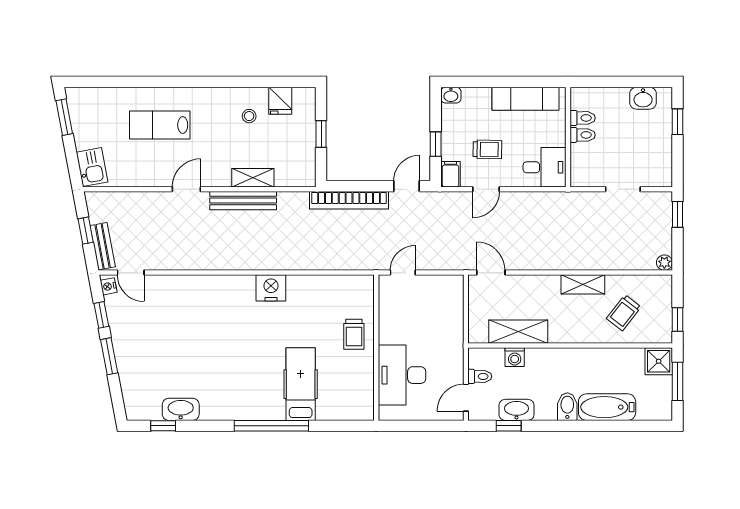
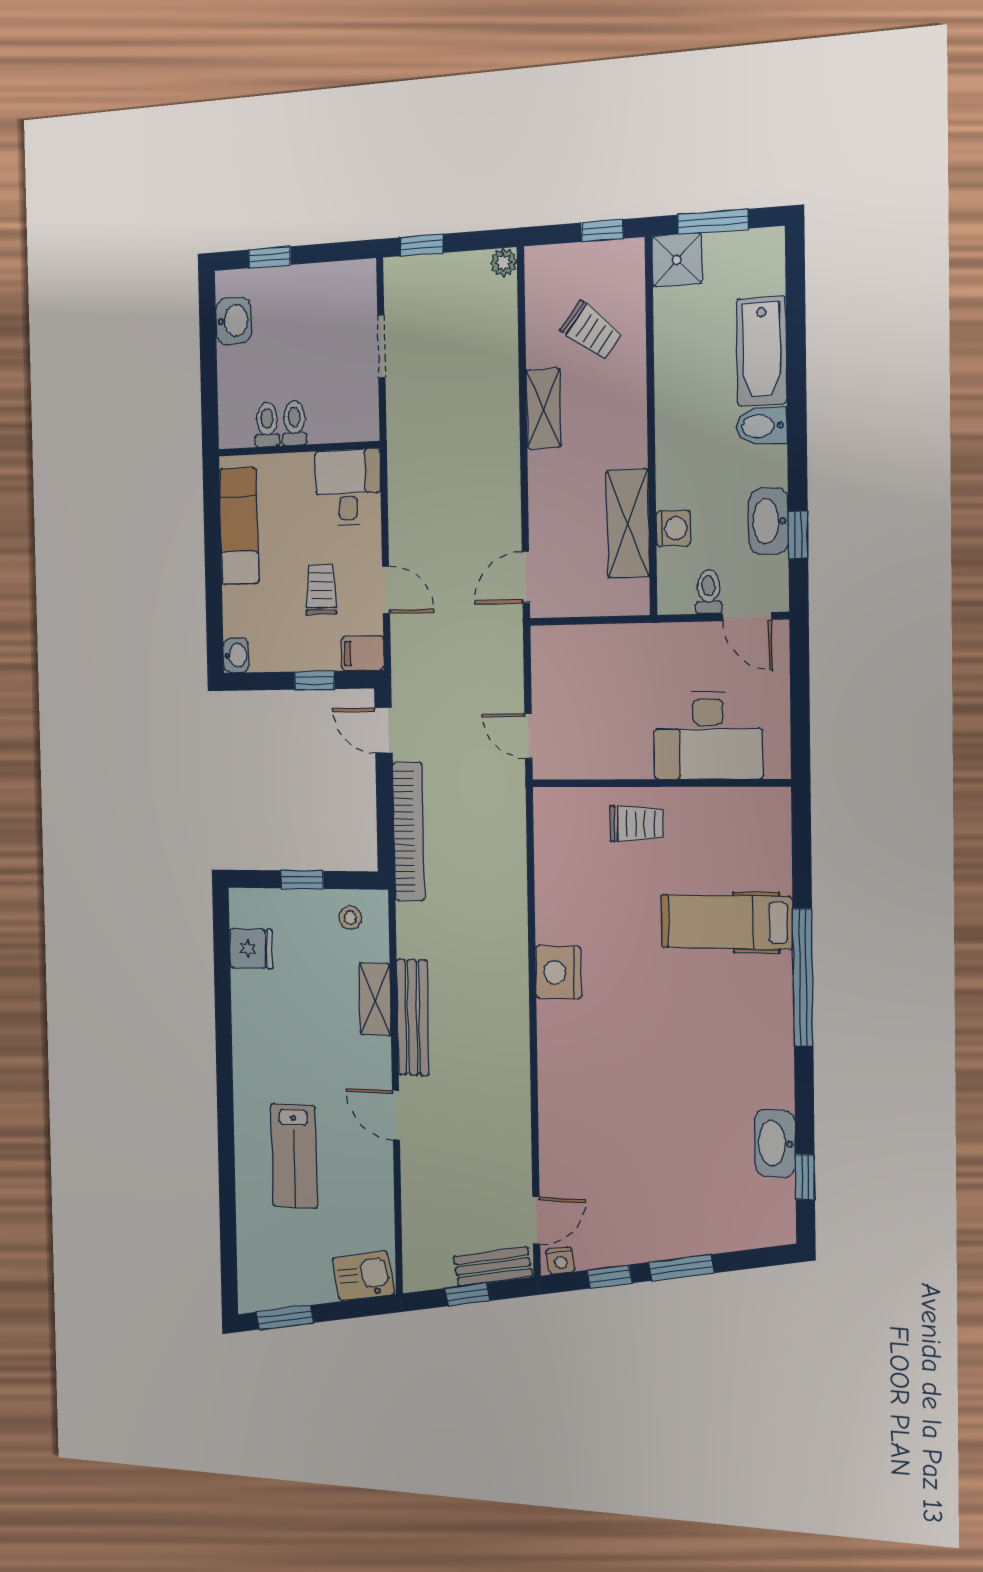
stool: (249, 116) -> (350, 918), moved

